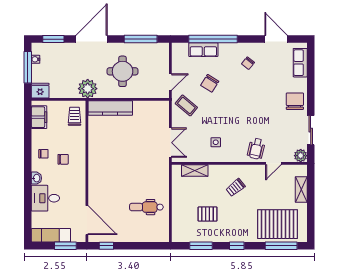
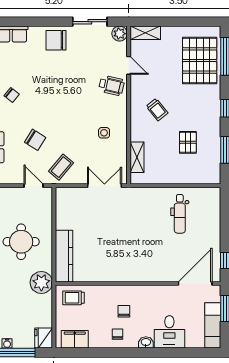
shelving: (301, 190) -> (145, 33), moved

